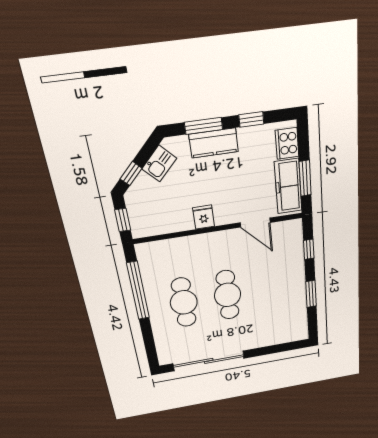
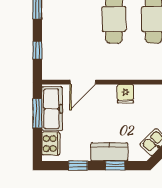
window: (204, 126) -> (115, 166), width x0.67
door: (255, 223) -> (83, 82), swing flipped

